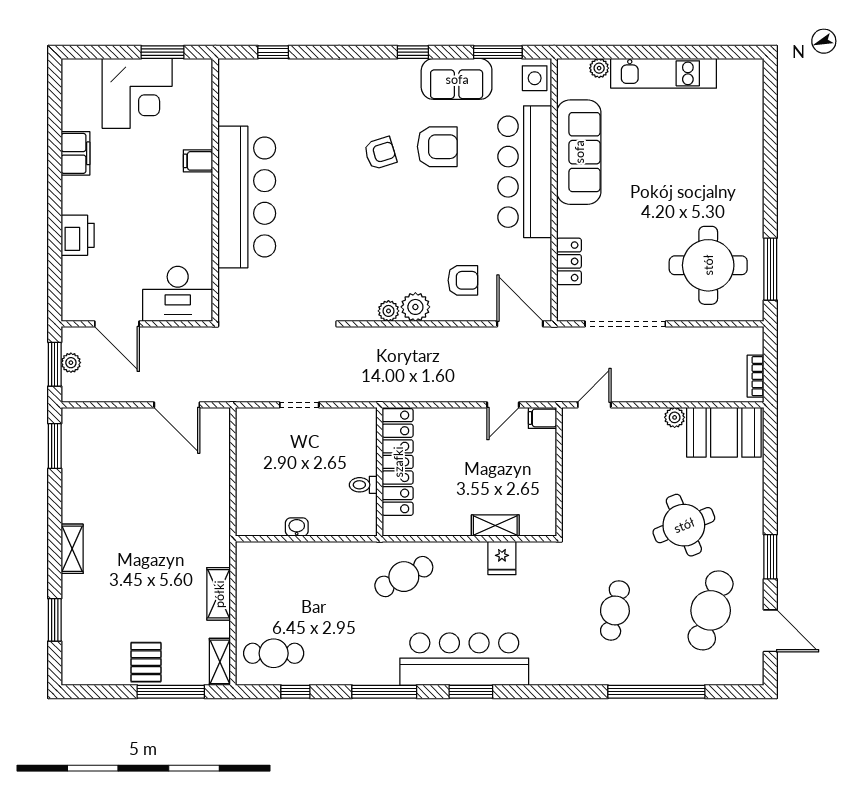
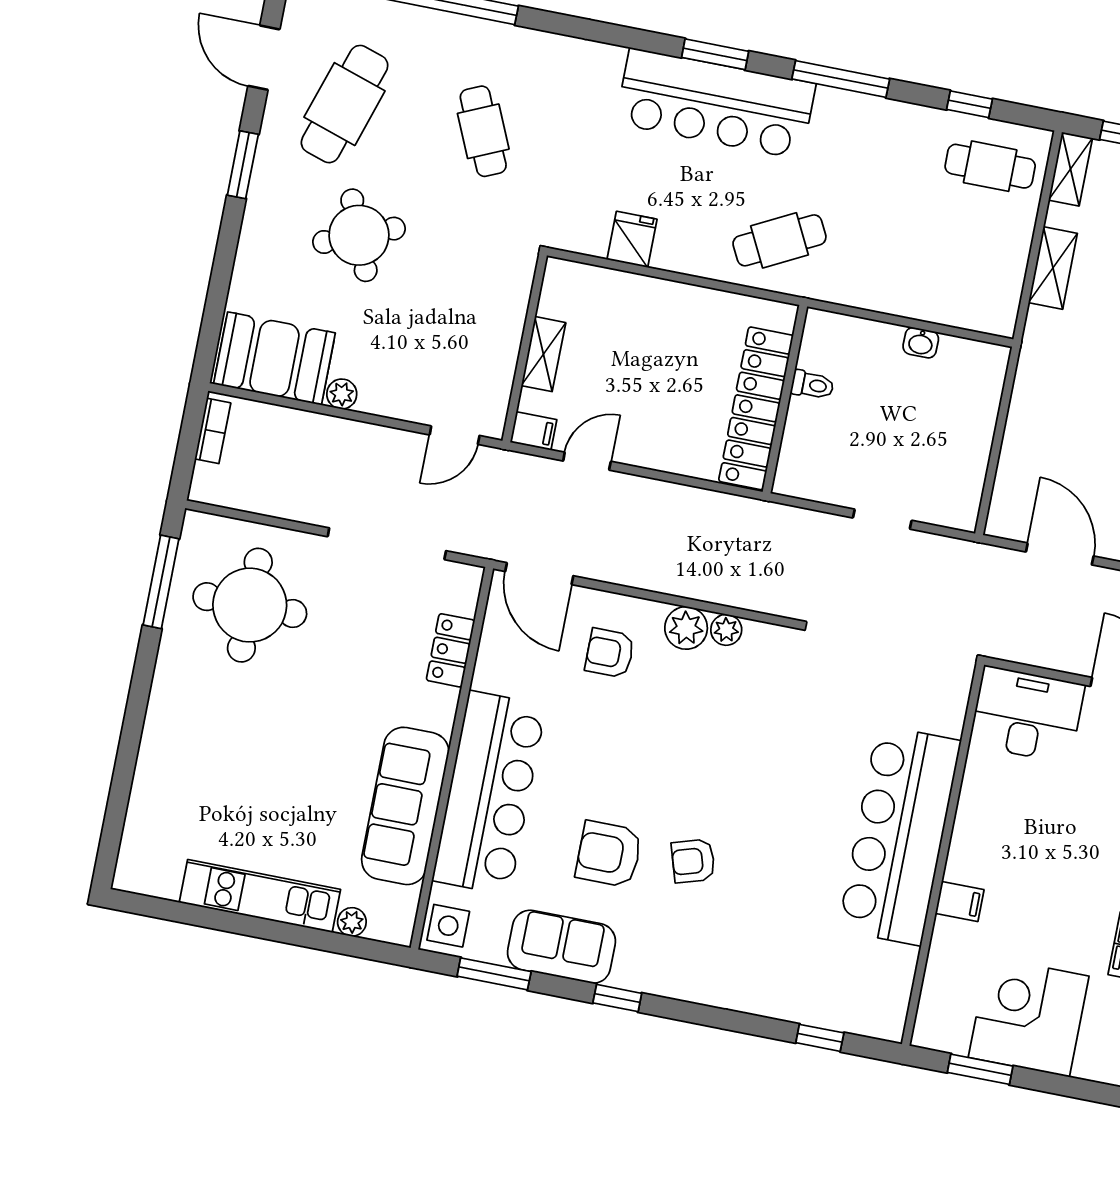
shelving: (495, 526) -> (543, 354), moved, turned 90
cafe table: (615, 610) -> (483, 131), turned -36

